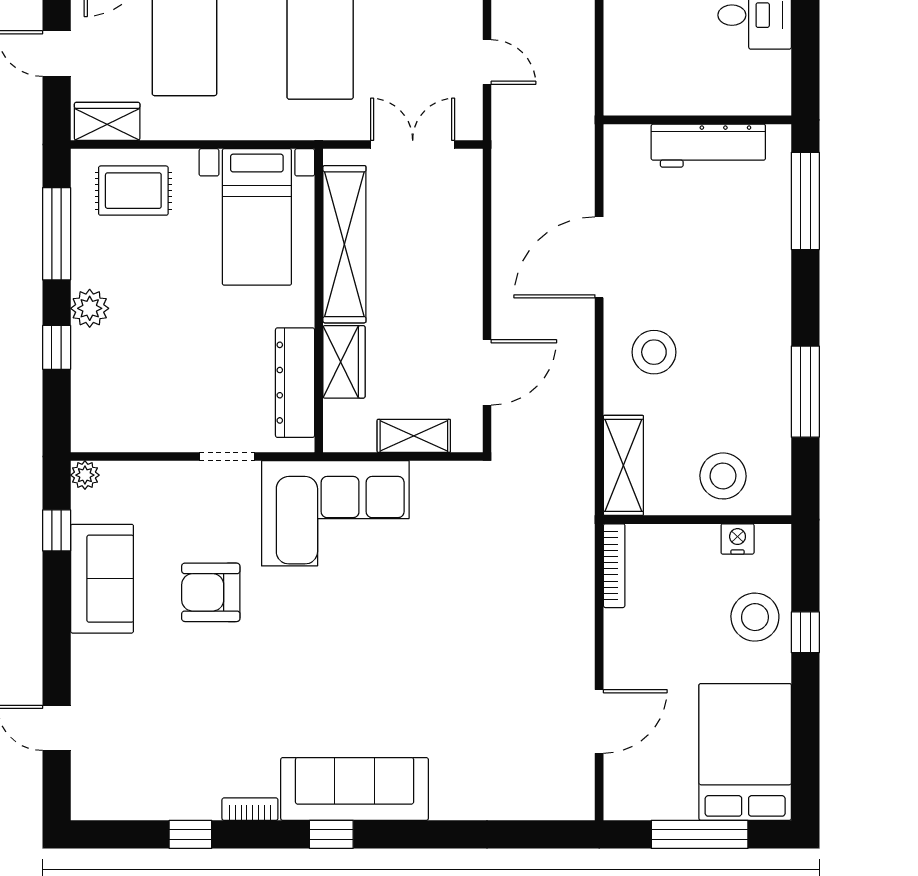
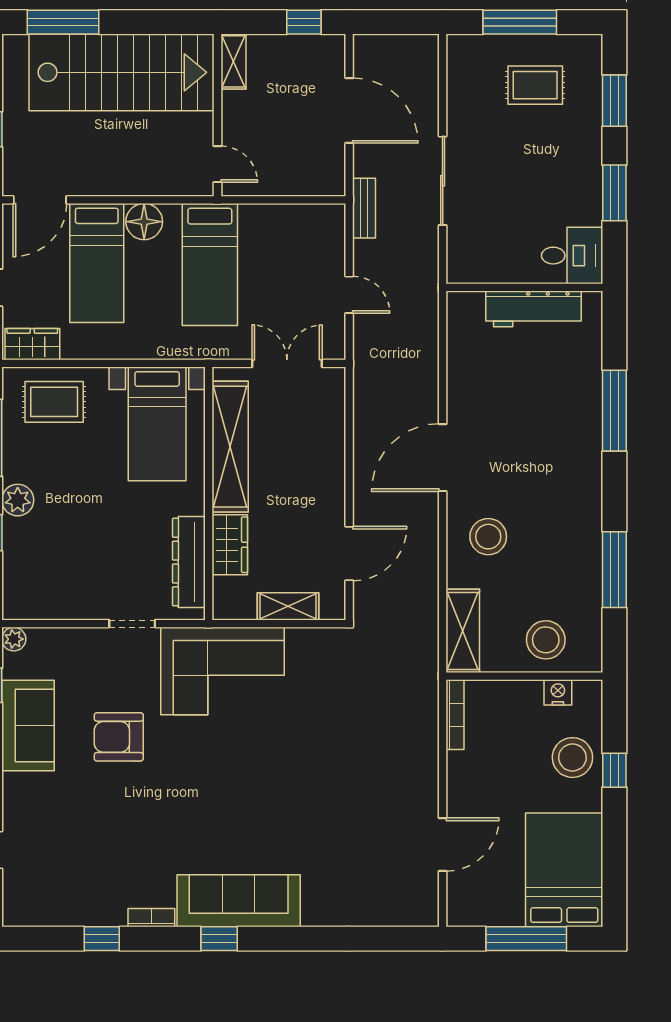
wall: (697, 120) -> (524, 287), moved
workbench: (708, 146) -> (534, 309), moved

